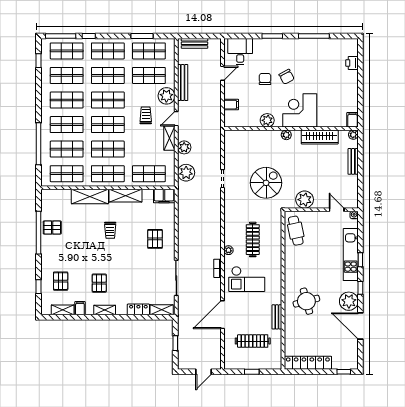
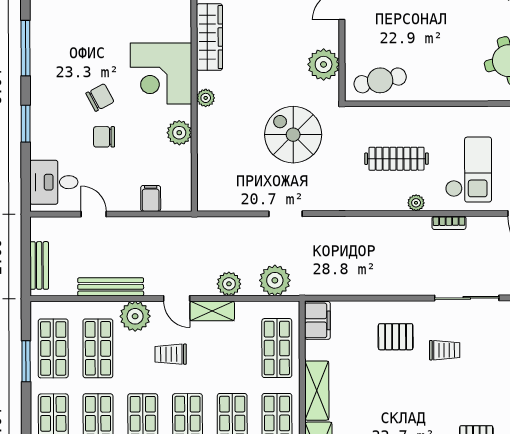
trolley: (110, 230) -> (445, 350), moved

